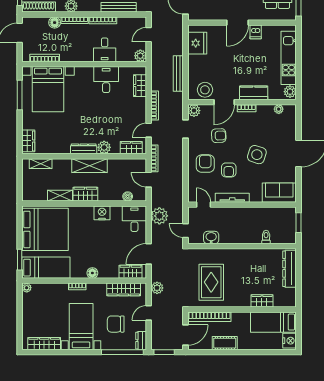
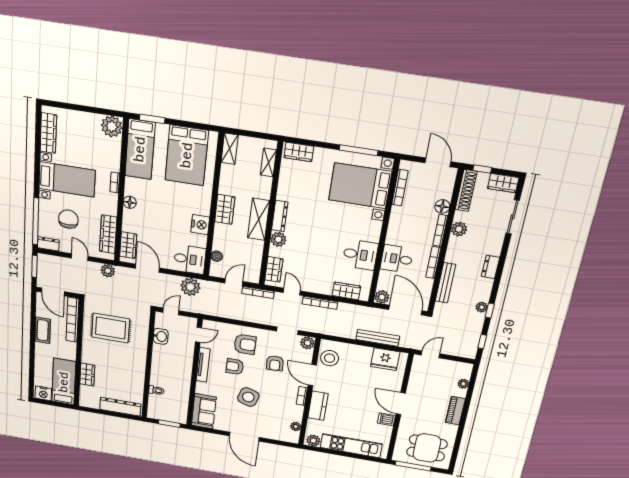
door: (149, 35) -> (405, 310), width x1.87
bench: (178, 73) -> (378, 338), moved
shelving: (60, 196) -> (230, 149), moved
bed: (45, 229) -> (187, 155), width x0.73
plant: (27, 288) -> (112, 126), width x1.88, depth x1.88

